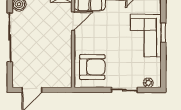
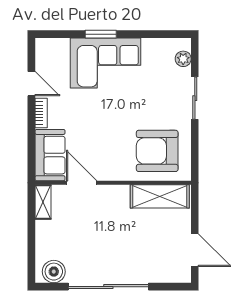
armchair: (92, 67) -> (157, 151), turned -90
shelving: (65, 69) -> (160, 196), added

